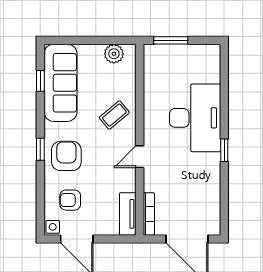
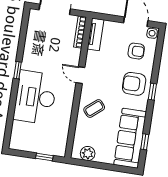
window: (171, 40) -> (44, 157), width x0.67
armchair: (66, 156) -> (134, 84), turned 90
door: (140, 157) -> (80, 75), swing flipped

